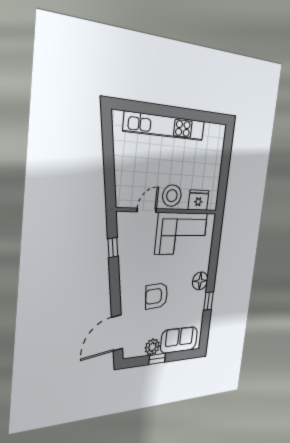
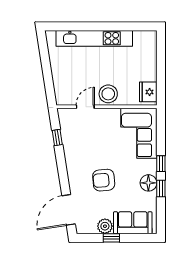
fridge: (198, 200) -> (148, 92), moved, turned -90
corner sofa: (181, 234) -> (139, 133), moved, turned 90
window: (212, 275) -> (161, 164), added
floor lamp: (200, 281) -> (148, 183), moved

